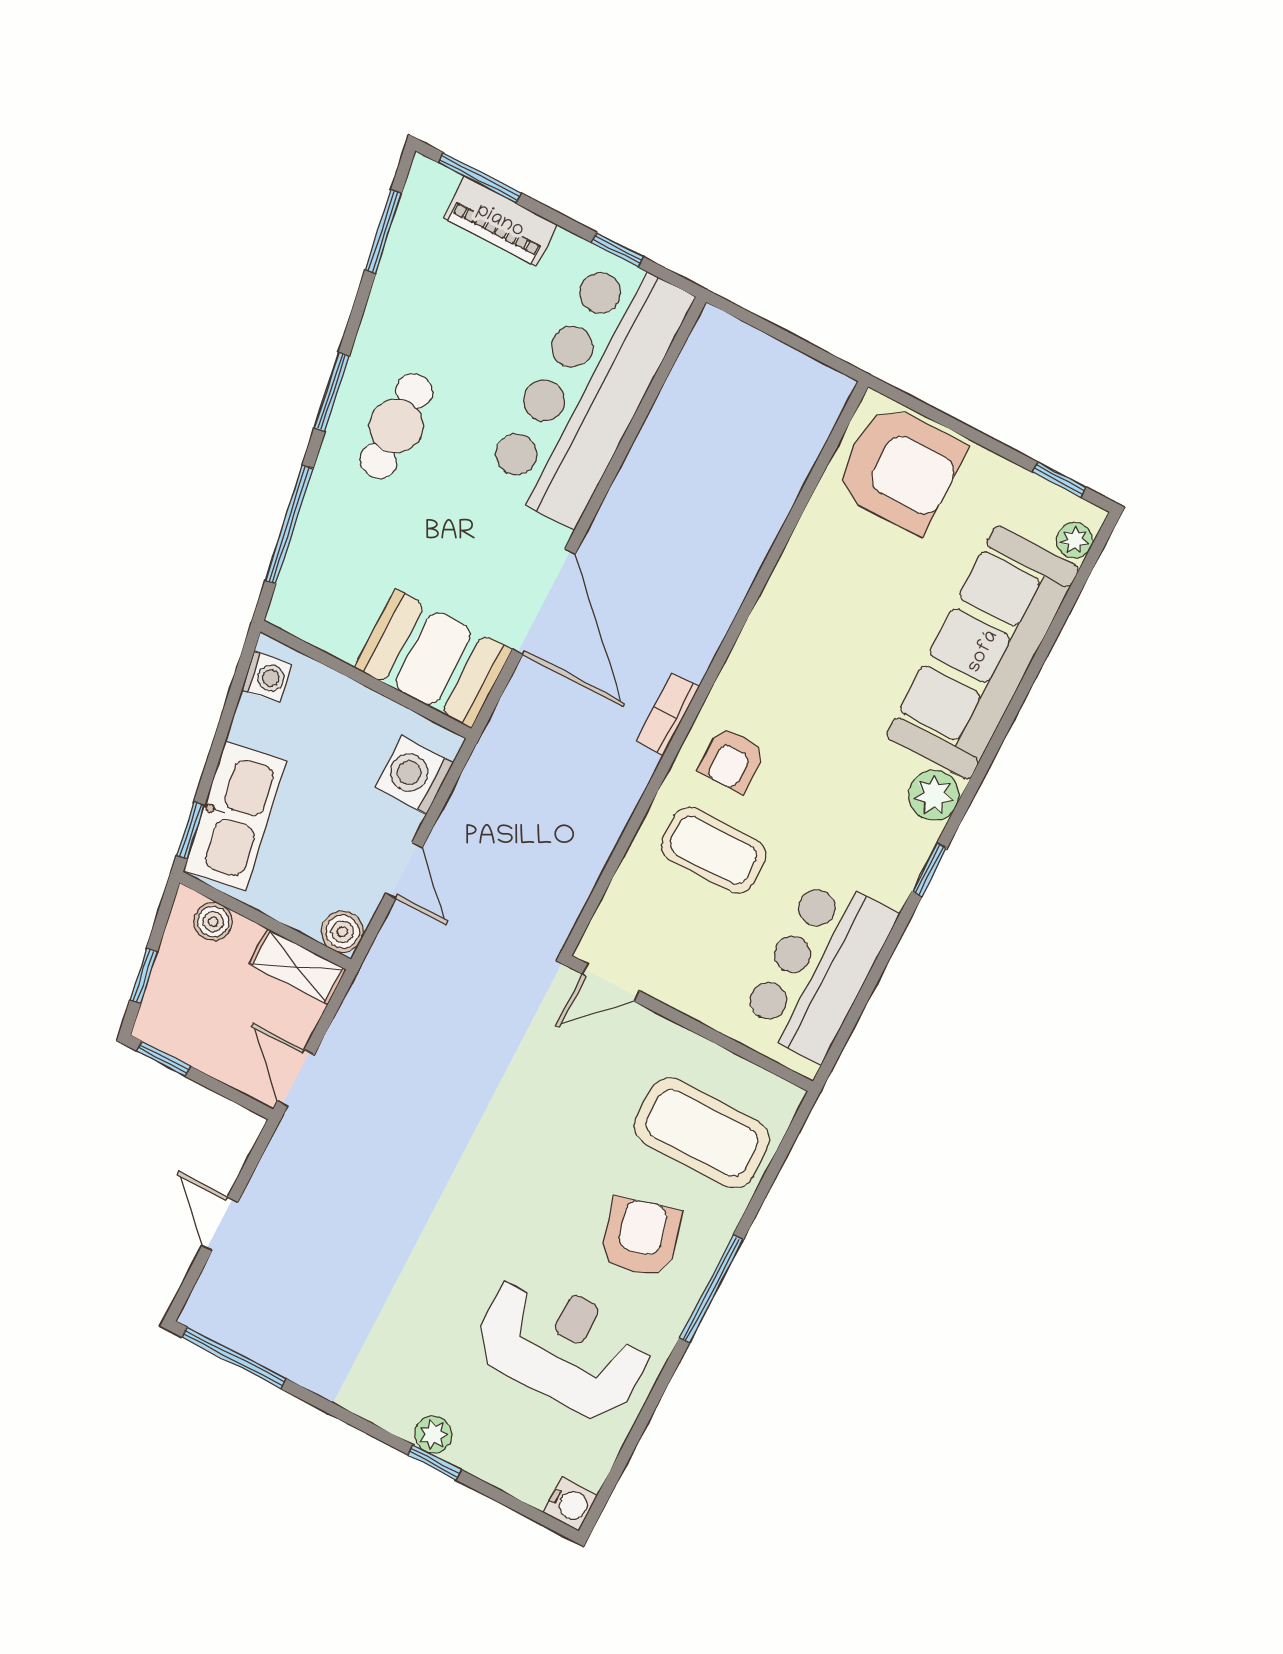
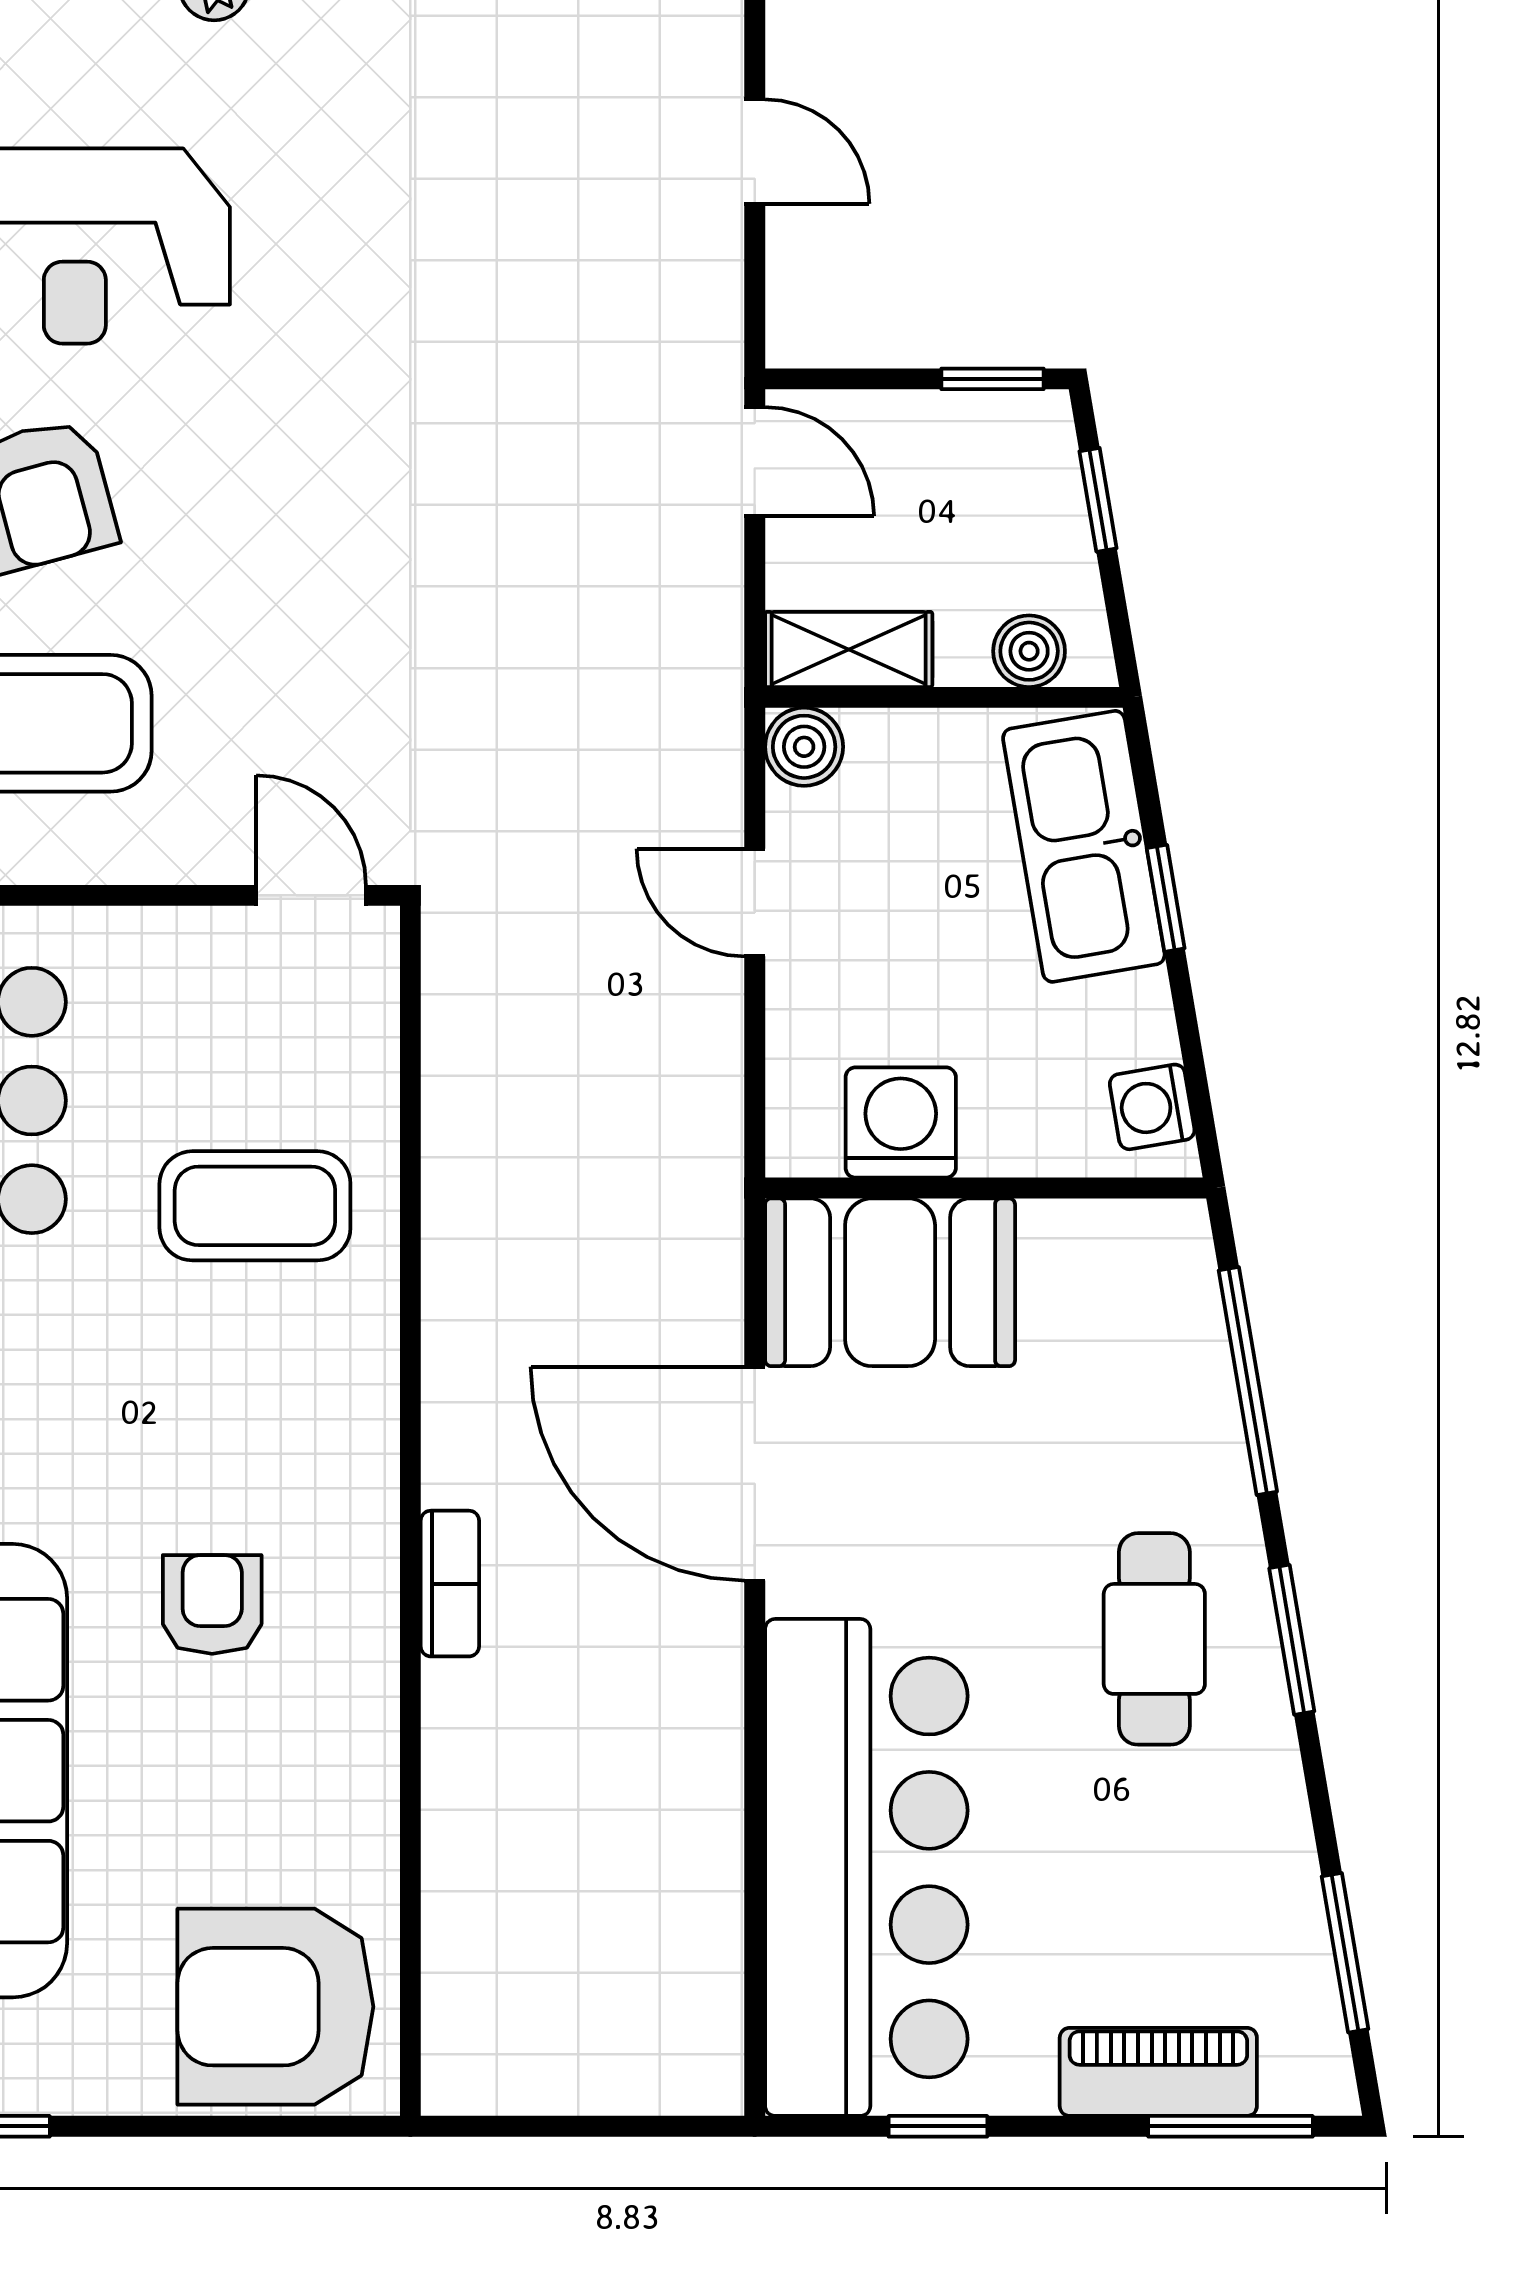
bookcase: (668, 714) -> (450, 1584), moved
armchair: (732, 760) -> (212, 1604), moved
washing machine: (414, 775) -> (901, 1123), moved, turned -90
window: (190, 830) -> (1166, 898), moved
door: (611, 983) -> (311, 895), hinge flipped

